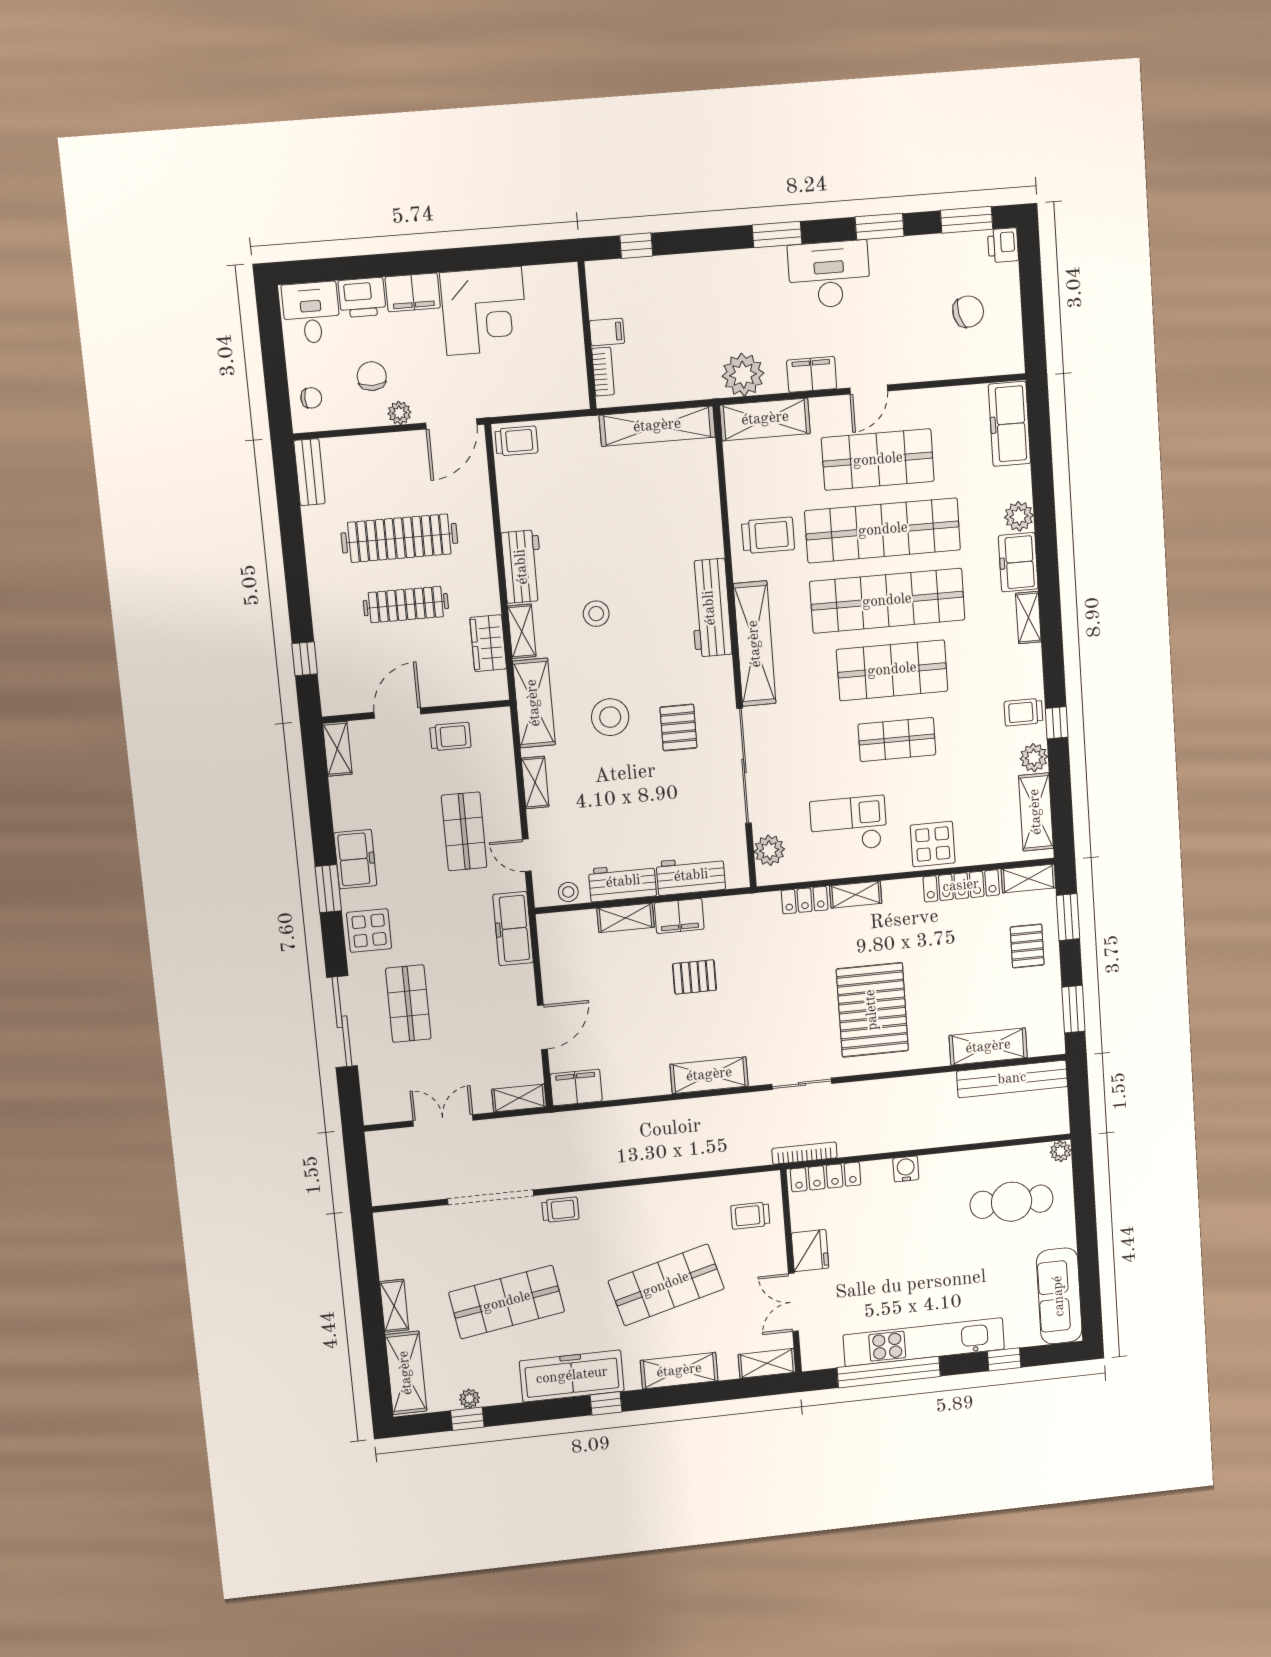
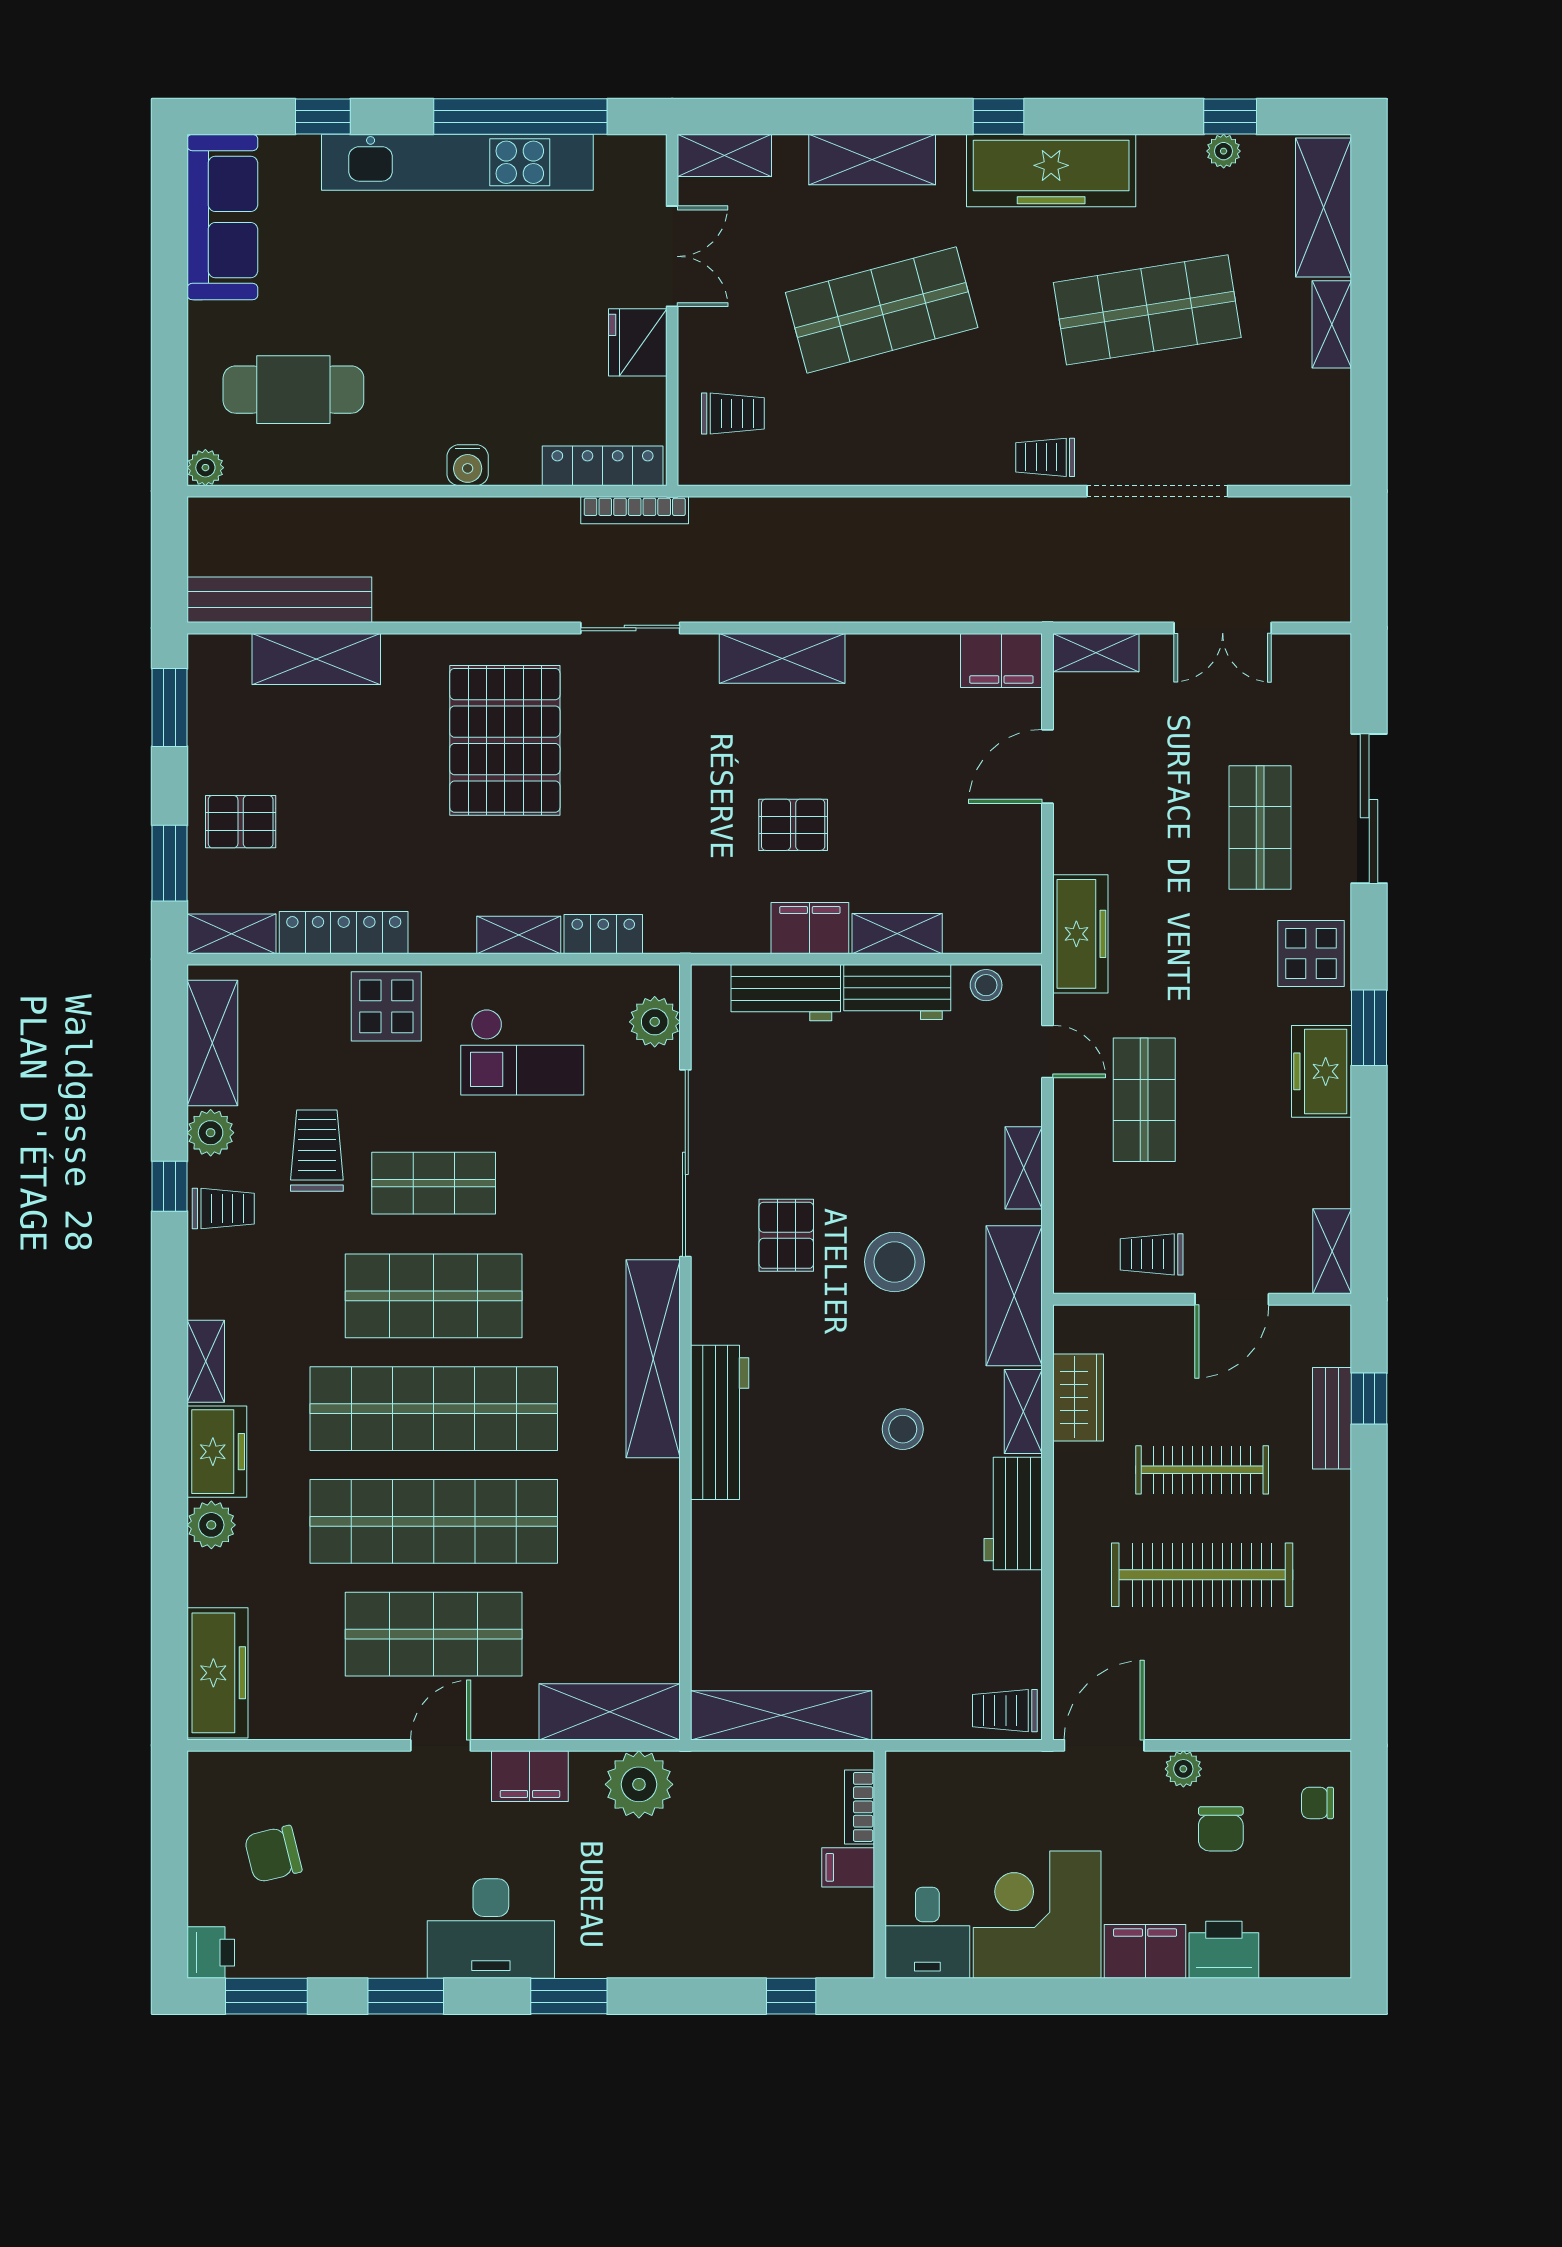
desk: (311, 313) -> (927, 1933), moved
bench: (309, 472) -> (1332, 1418), moved
trolley: (768, 535) -> (317, 1151), moved, turned 90
pallet: (1027, 946) -> (241, 822), turned 90

